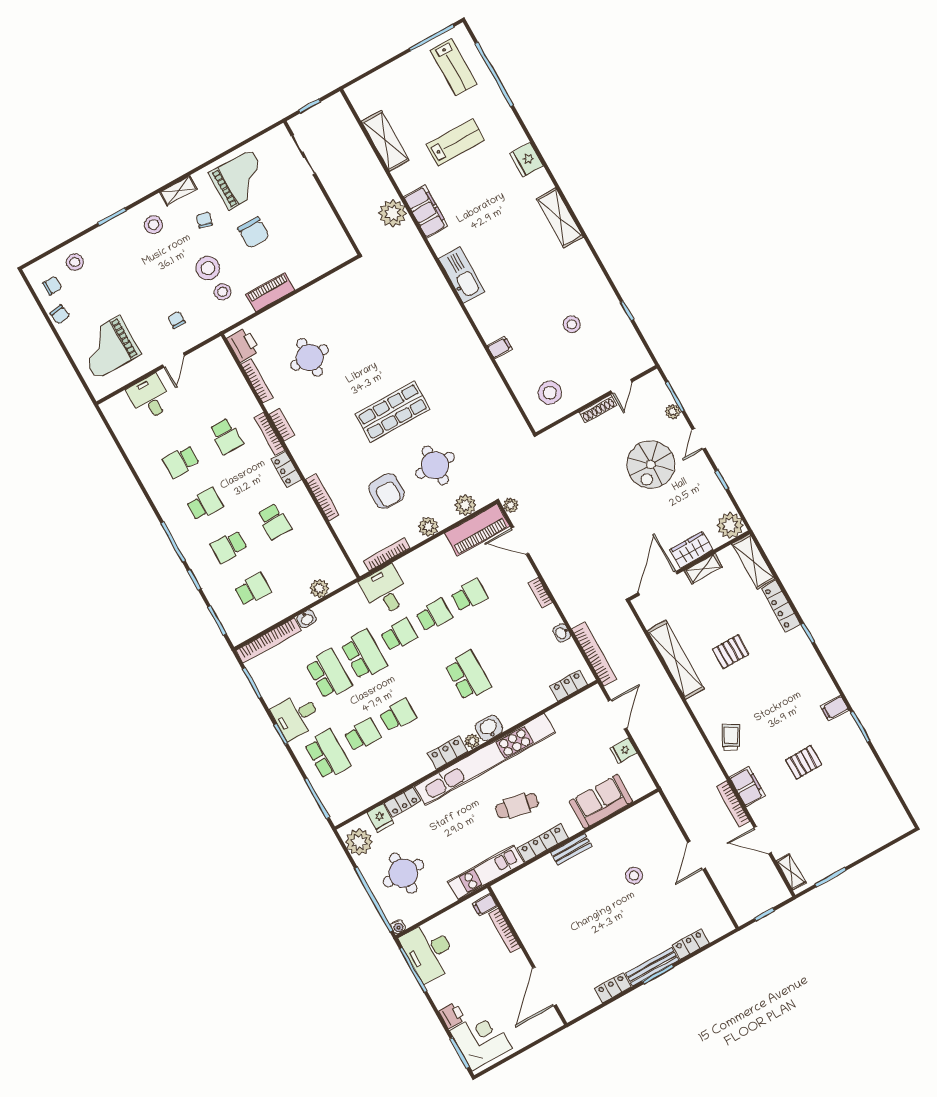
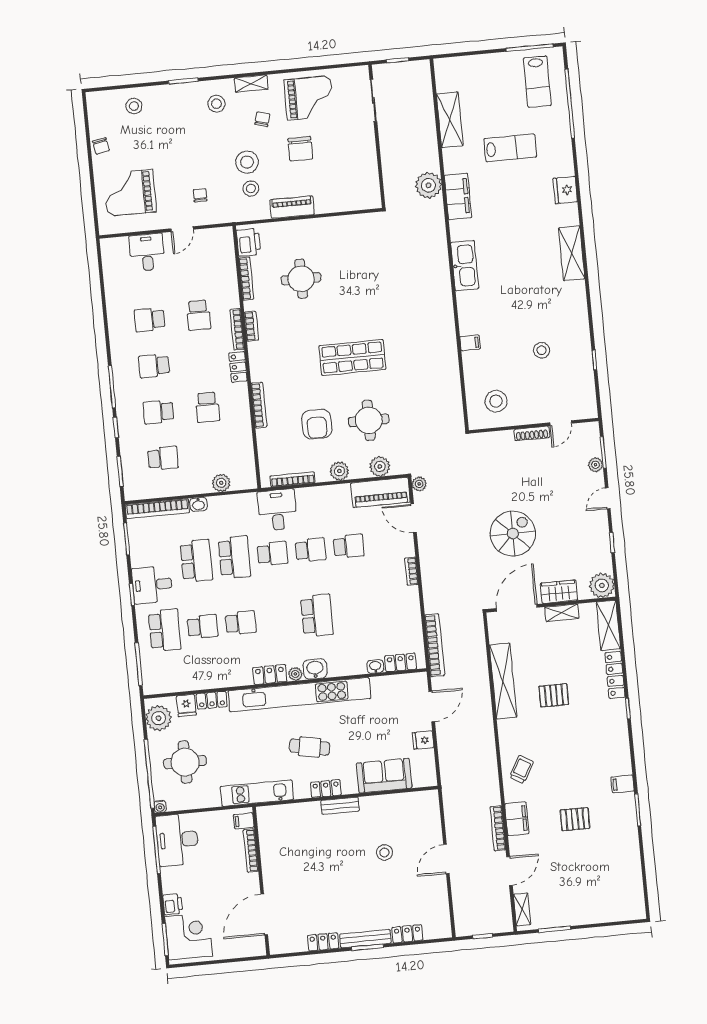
chair: (52, 286) -> (105, 118), removed
spiral stairs: (651, 464) -> (513, 534), moved, turned 180
school desk: (205, 504) -> (154, 366), turned 180
washbasin: (562, 633) -> (375, 667), moved, turned 90
door: (762, 840) -> (509, 871), swing flipped
locker: (543, 843) -> (326, 789), width x0.66

